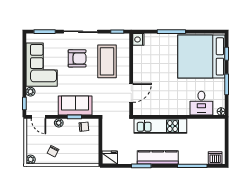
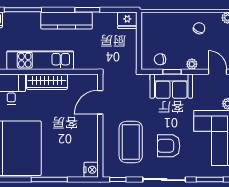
wardrobe: (173, 109) -> (47, 82), added
kitchen unit: (160, 126) -> (40, 60), moved

